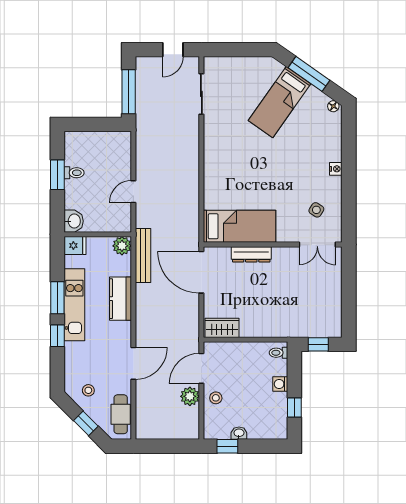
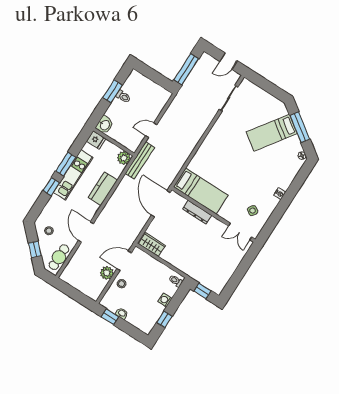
bench: (143, 255) -> (140, 160), moved
door: (133, 363) -> (86, 232), swing flipped

